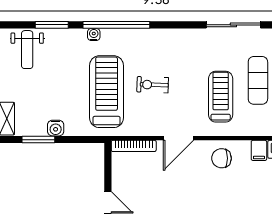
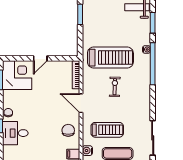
water cooler: (56, 128) -> (87, 151), moved

